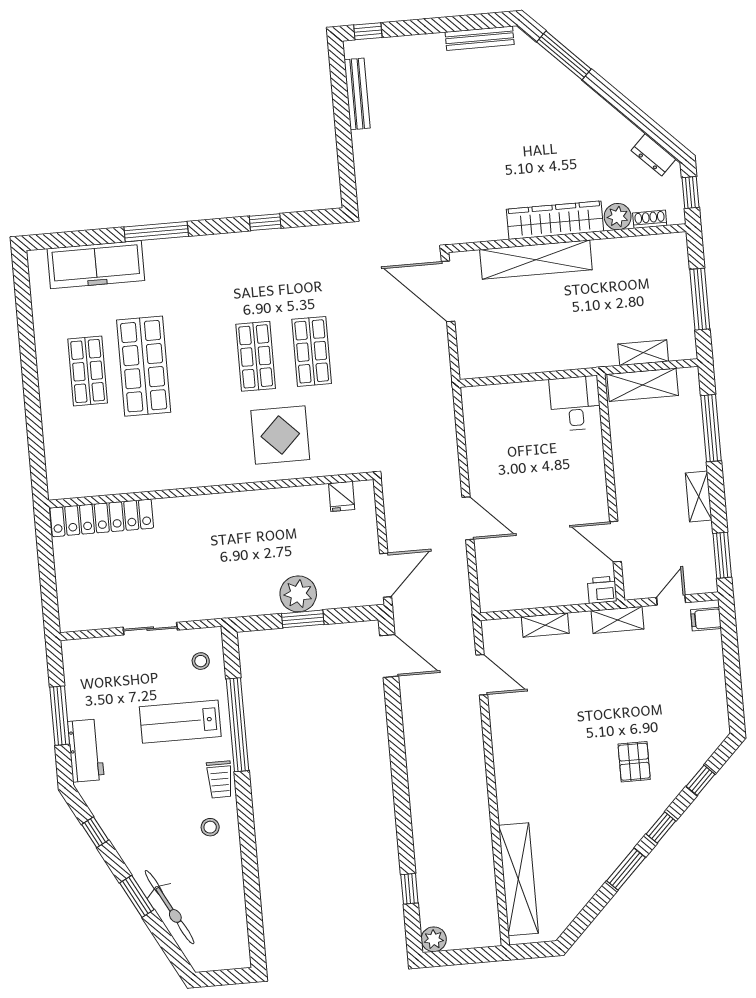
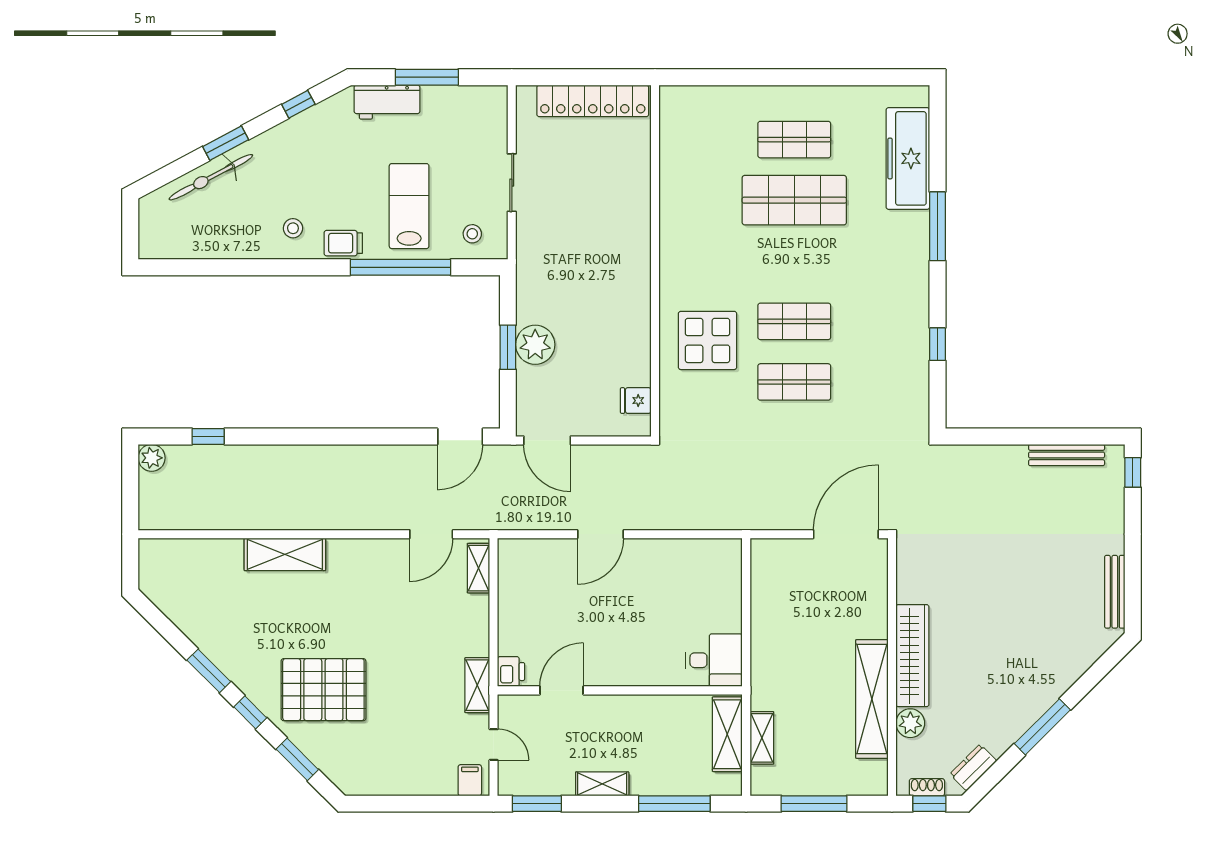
window: (564, 55) -> (1042, 727), moved
shoe rack: (650, 219) -> (927, 787), moved, turned -90
shelving: (536, 260) -> (872, 699), moved
locker: (102, 518) -> (593, 101), moved, turned -90
shelving: (545, 625) -> (478, 568), moved
pallet: (634, 762) -> (323, 690), width x2.05, depth x2.00
window: (701, 780) -> (297, 759), width x1.50
shelving: (518, 879) -> (285, 554), moved, width x0.68

